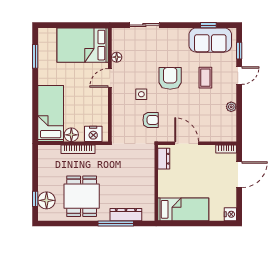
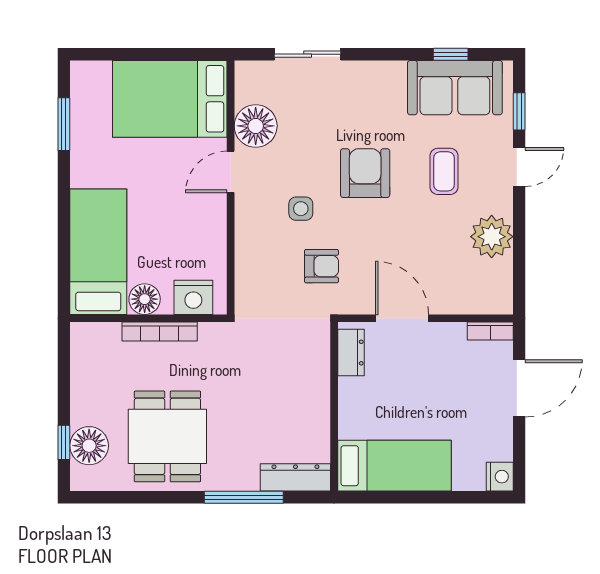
floor lamp: (117, 57) -> (256, 126), width x1.89, depth x1.89
plant: (231, 107) -> (492, 237), width x1.88, depth x1.88
dresser: (126, 215) -> (295, 477), moved

